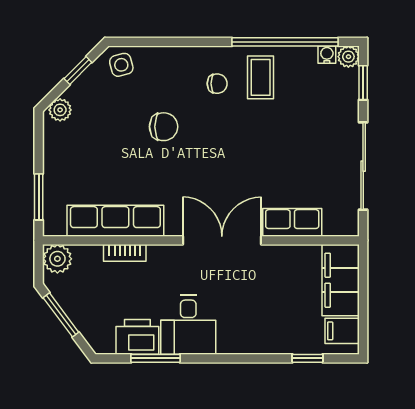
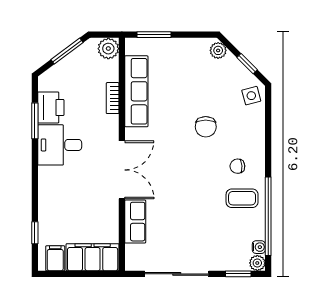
chair: (217, 84) -> (237, 166), turned 86

